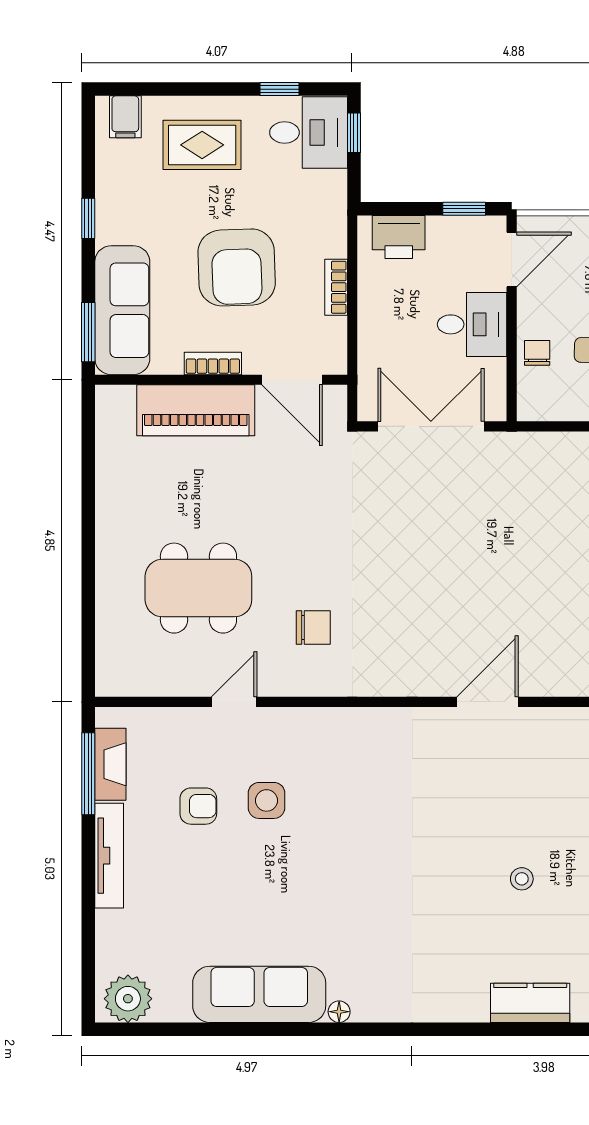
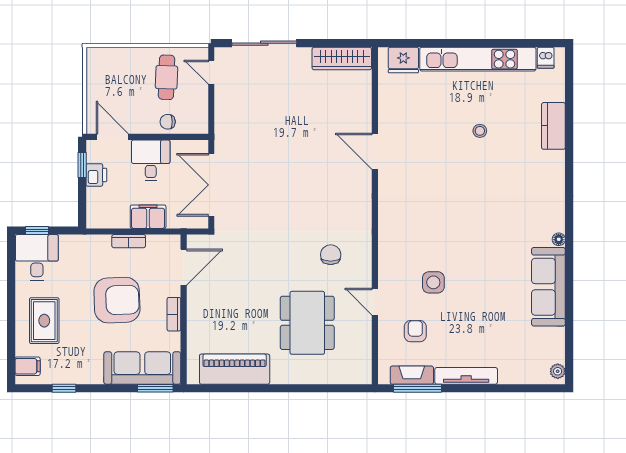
window: (280, 89) -> (11, 275), removed
window: (88, 218) -> (64, 388), moved
printer: (399, 237) -> (96, 175), moved, width x0.73, depth x0.81
filing cabinet: (377, 320) -> (148, 217), added
piano: (196, 410) -> (235, 369), moved, turned -90
armchair: (198, 806) -> (415, 331), moved
plant: (128, 999) -> (558, 371), width x0.53, depth x0.53

